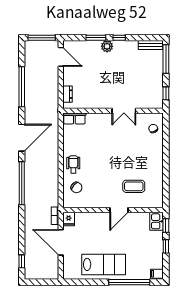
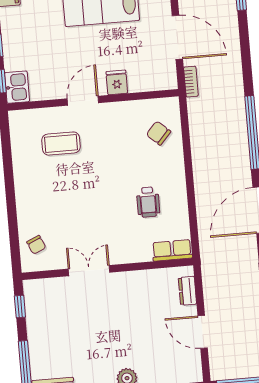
door: (61, 57) -> (203, 332), moved
wheelchair: (73, 164) -> (148, 202), moved
fridge: (69, 219) -> (117, 82), moved

